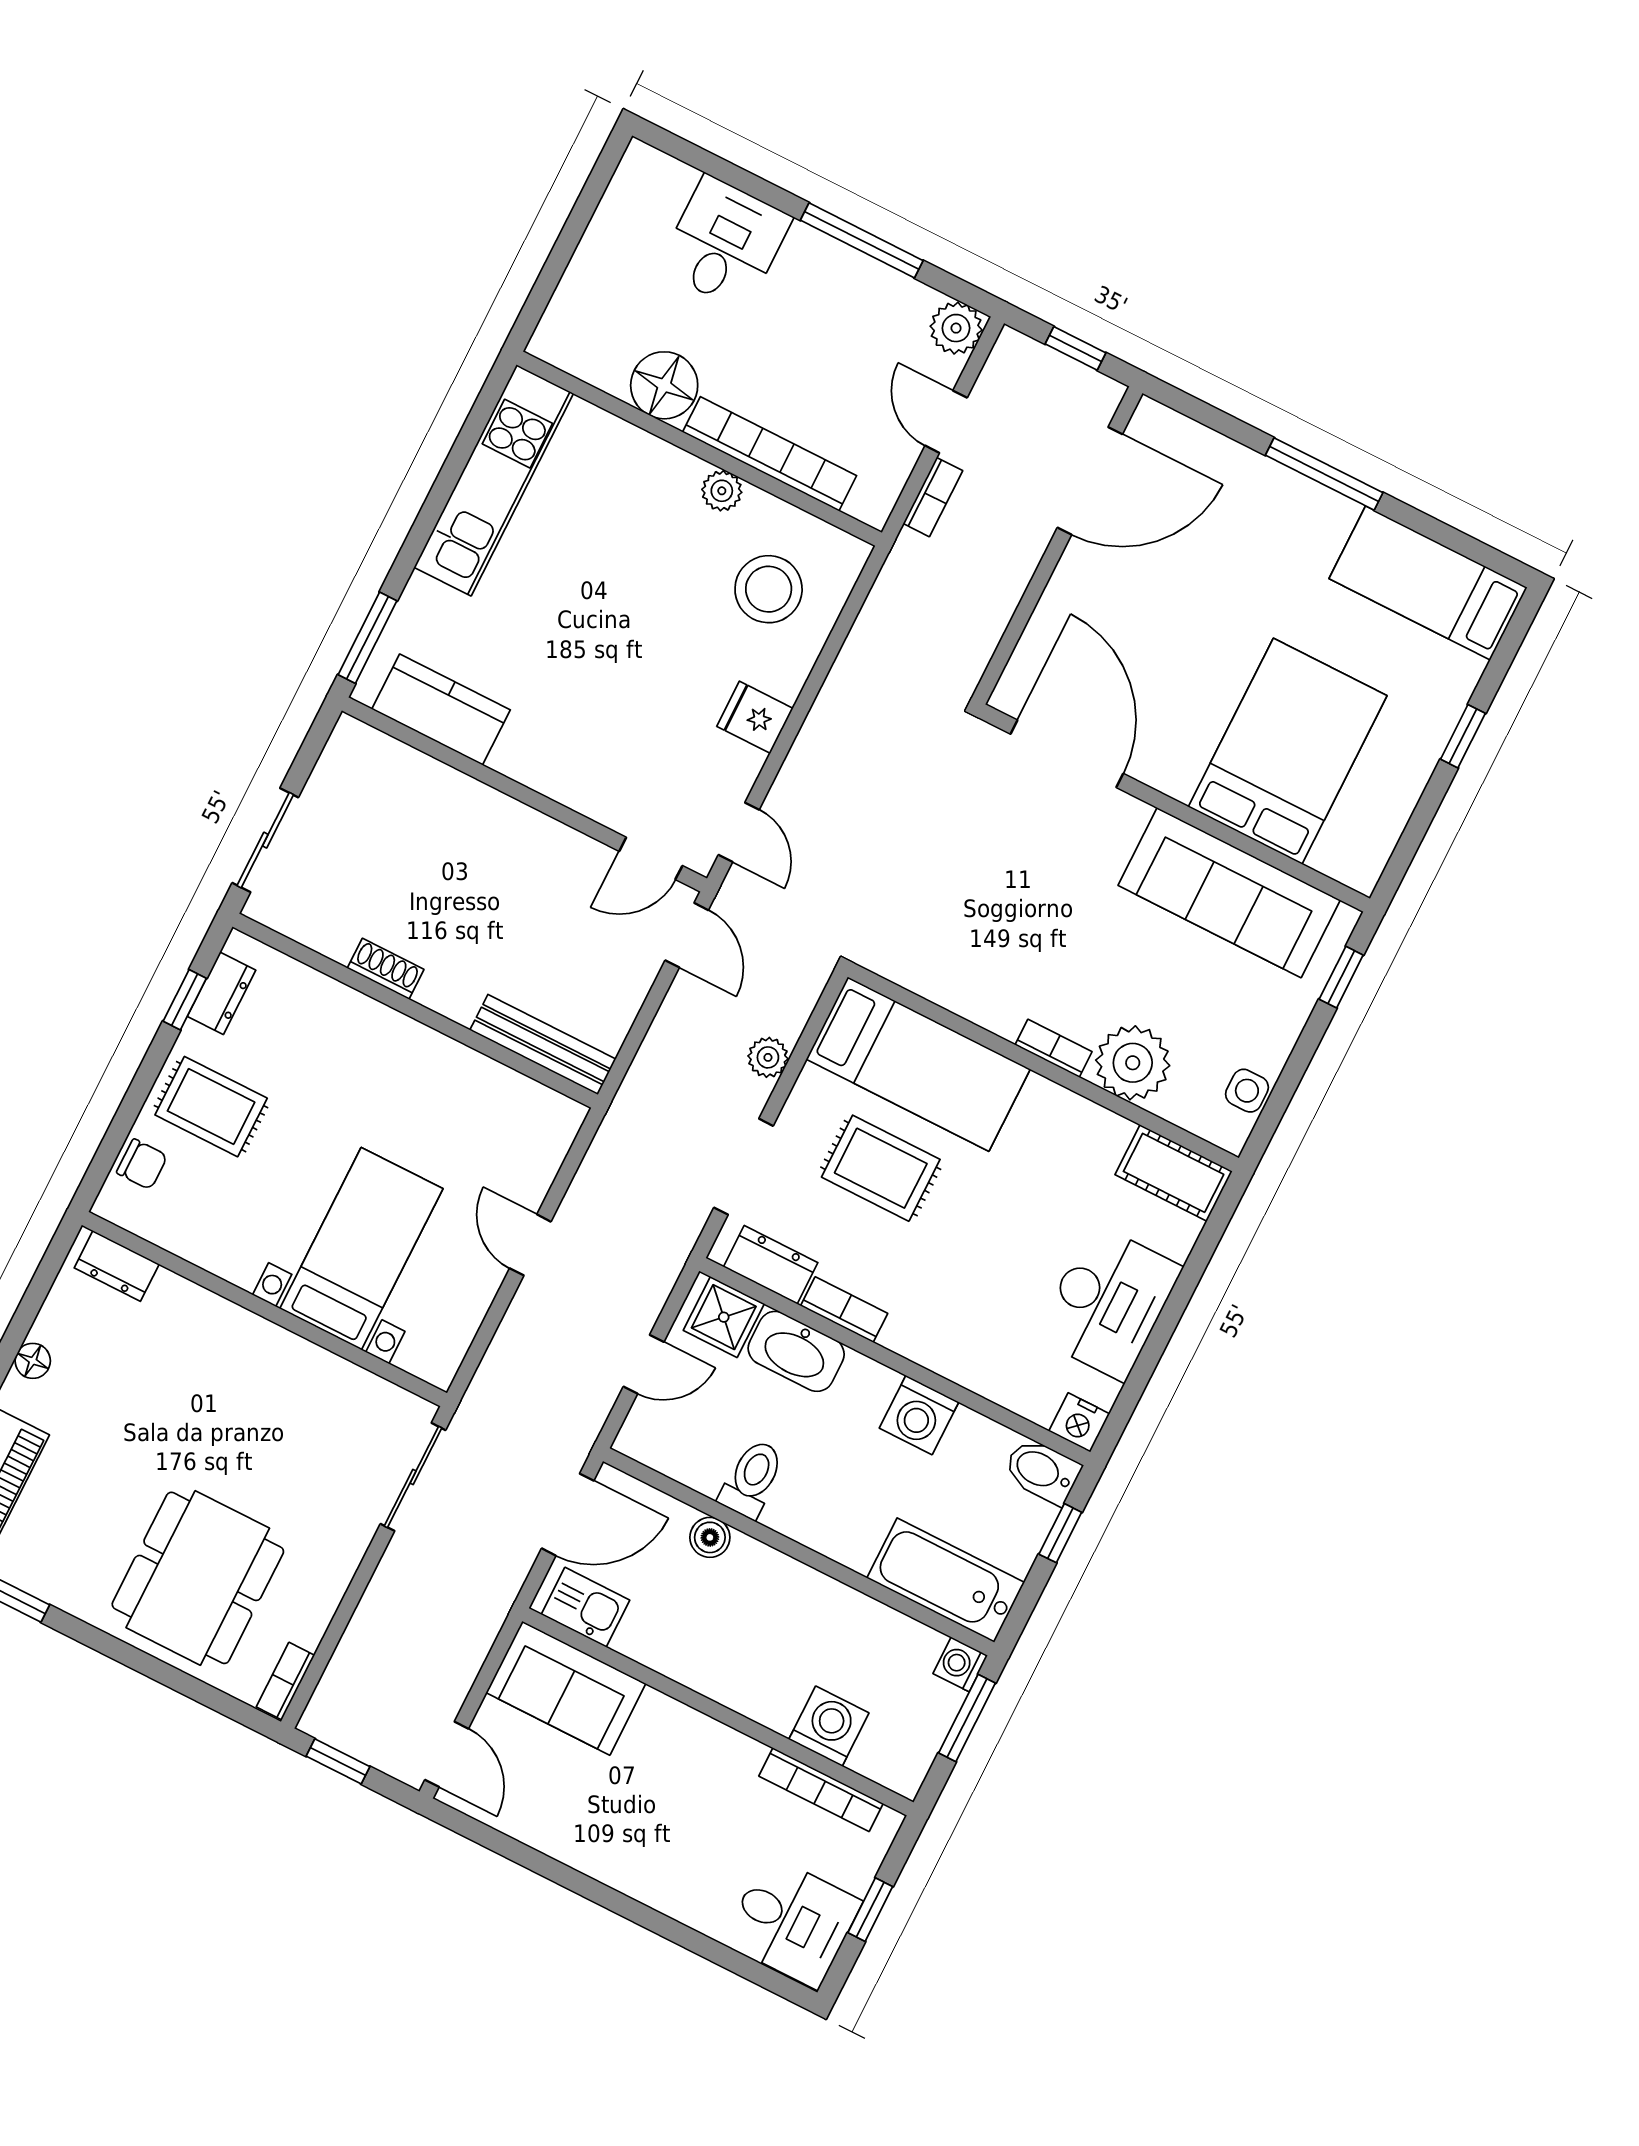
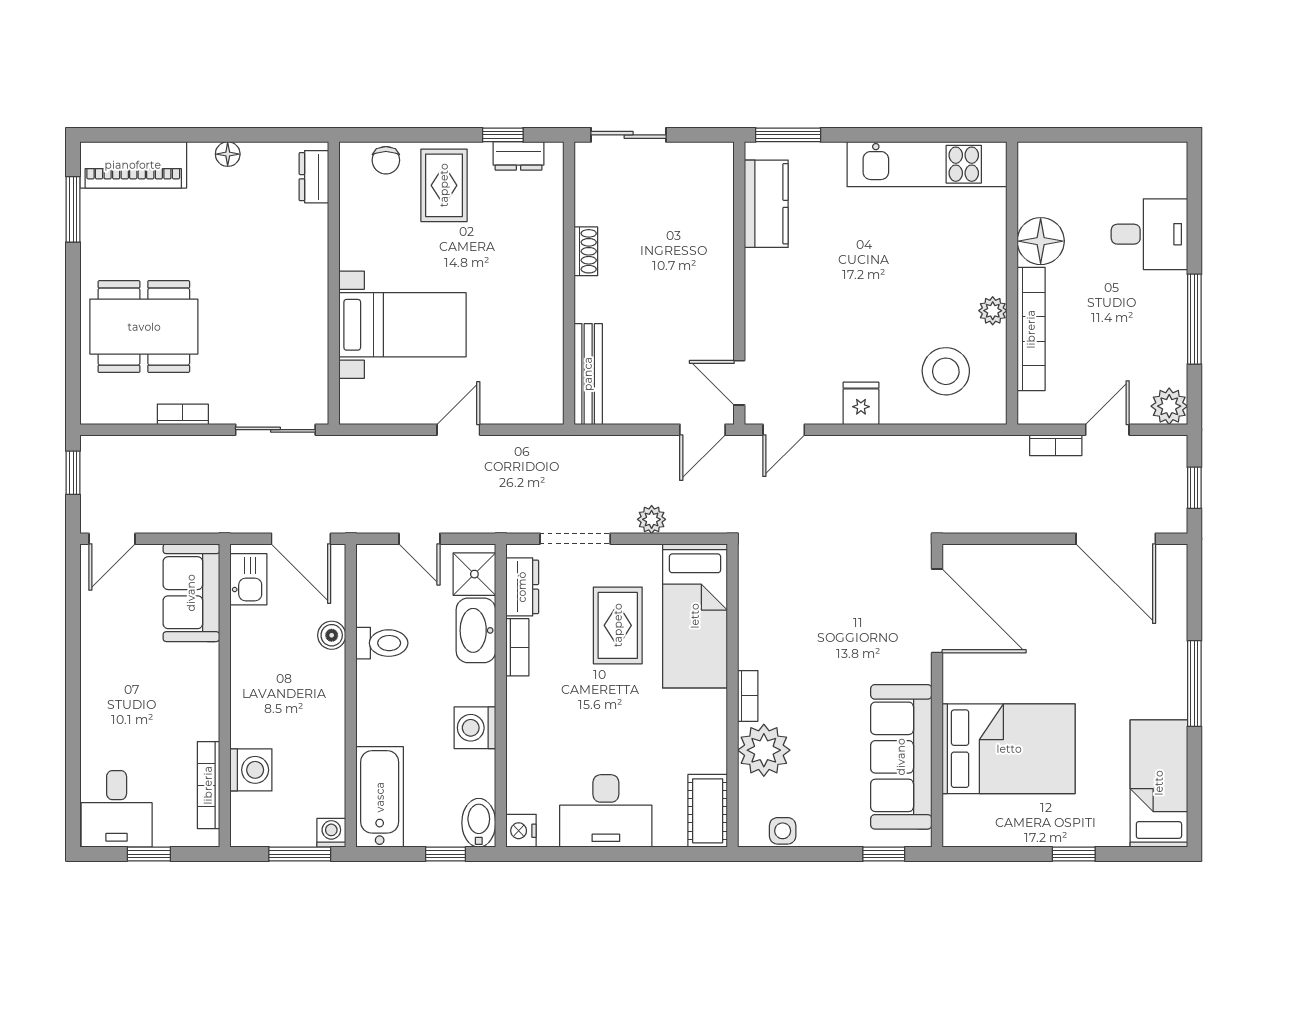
door: (1067, 754) -> (937, 611), hinge flipped
bookcase: (286, 1681) -> (183, 414), moved

